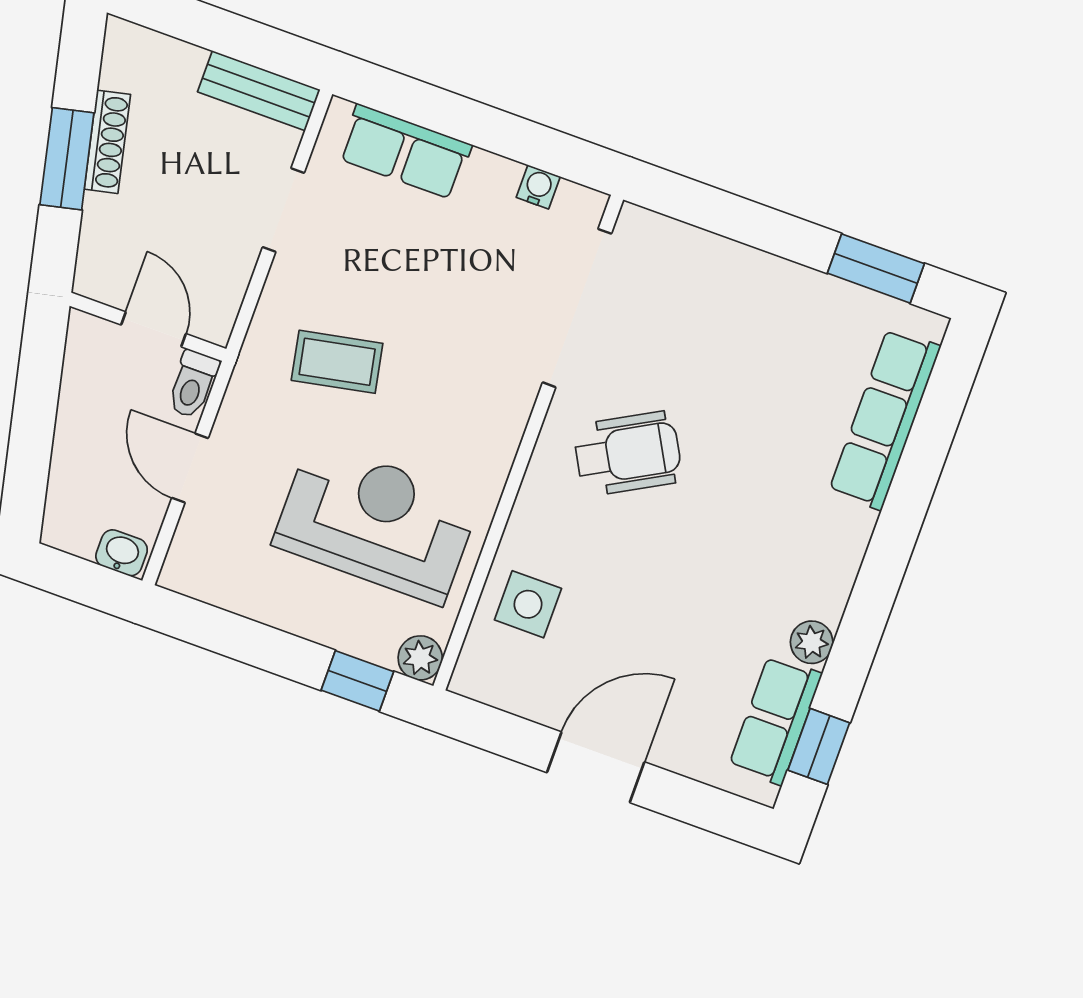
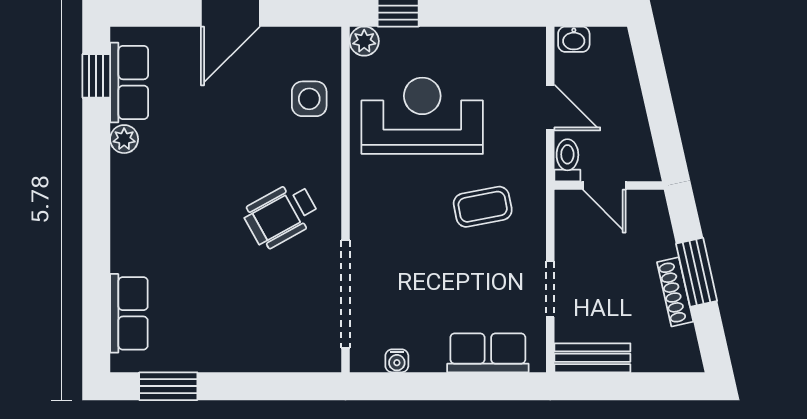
row of seats: (885, 419) -> (129, 313), width x0.68
reception desk: (376, 522) -> (422, 116), turned 180

